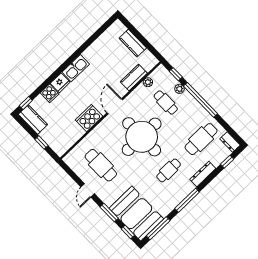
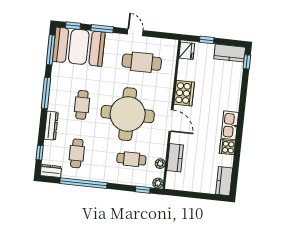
kitchen counter: (133, 43) -> (224, 181), moved, turned -90
fridge: (60, 83) -> (187, 51), moved, turned 180
plant: (179, 89) -> (158, 183), moved
cooker: (50, 93) -> (227, 147), moved
window: (200, 100) -> (83, 183), moved
cafe table: (201, 139) -> (77, 153), width x0.73, depth x0.74

